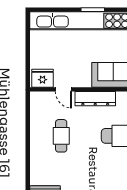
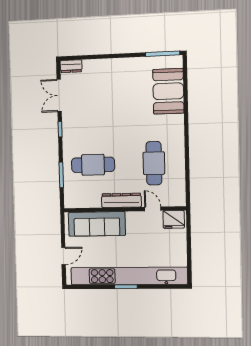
cafe table: (61, 136) -> (154, 163), width x1.37, depth x1.35

